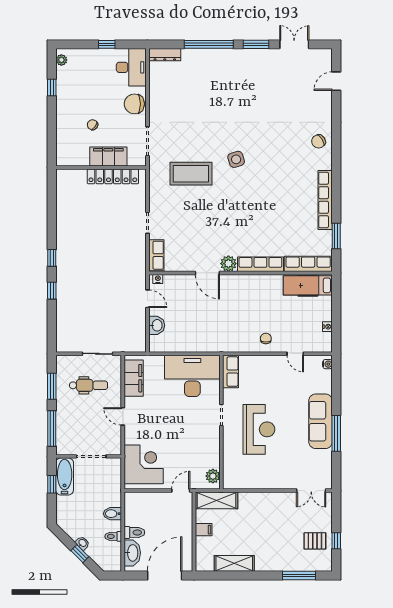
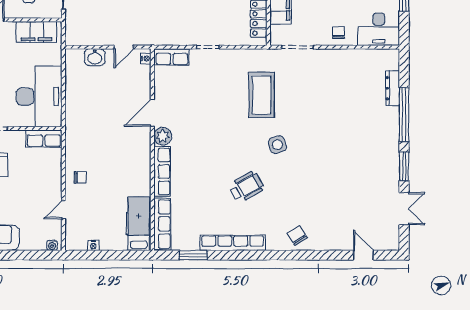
dresser: (165, 55) -> (393, 88), moved
chair: (134, 104) -> (339, 33), width x0.54, depth x0.54
wheelchair: (275, 188) -> (246, 187), added

